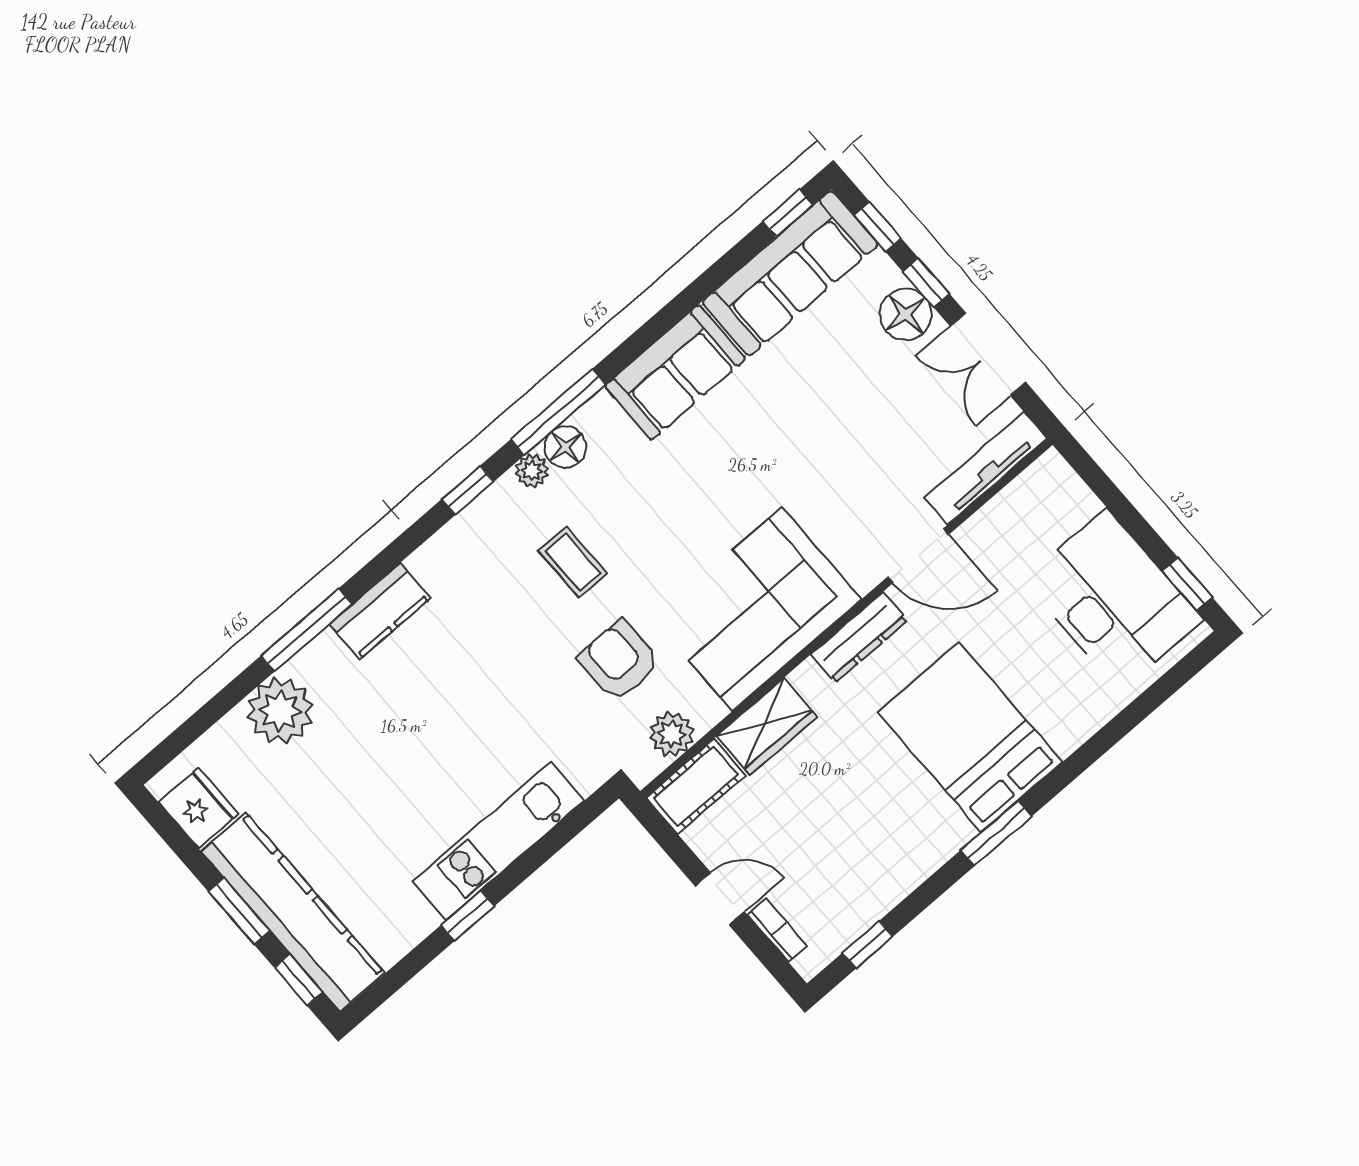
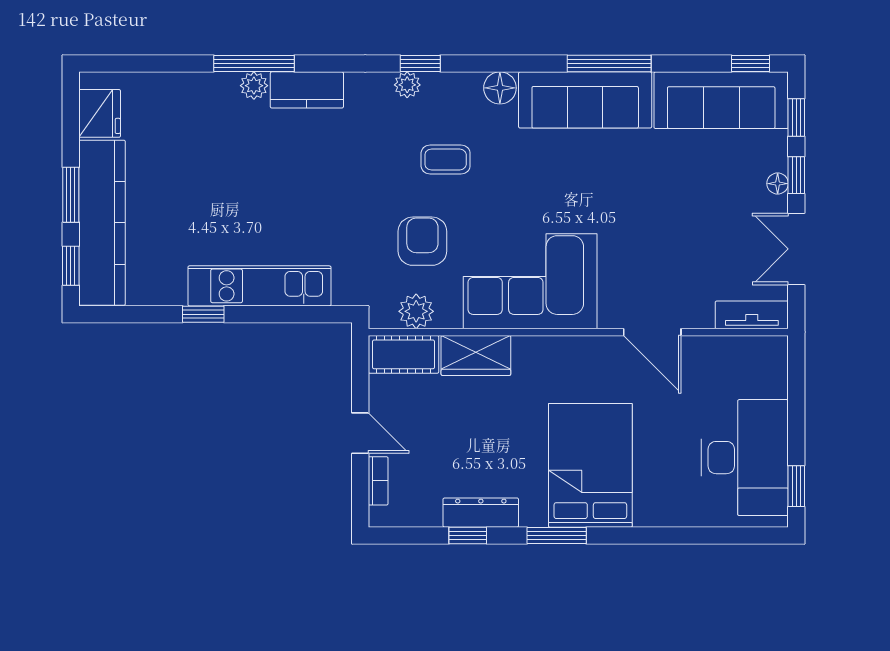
floor lamp: (906, 314) -> (778, 184), width x0.53, depth x0.53
sofa: (675, 372) -> (585, 100), width x1.36
window: (558, 412) -> (609, 64), moved
tv unit: (986, 468) -> (752, 315), width x0.71
plant: (532, 471) -> (407, 85), moved
coffee table: (573, 562) -> (446, 160), turned 90
dresser: (859, 637) -> (481, 513), moved, turned 180
plant: (280, 711) -> (254, 86), moved, width x0.53, depth x0.53
window: (867, 945) -> (468, 535), moved

